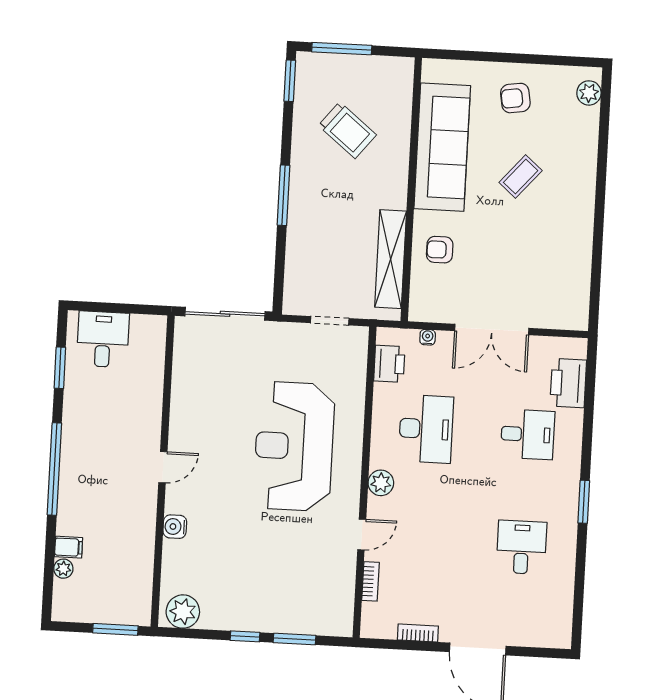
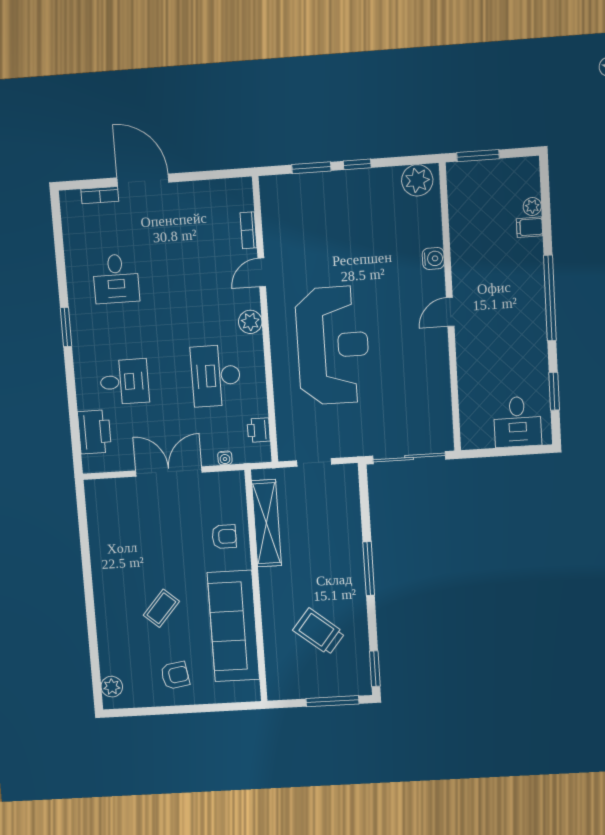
printer: (389, 364) -> (259, 430), width x0.73, depth x0.81
desk: (528, 434) -> (124, 382), turned 180
bookcase: (418, 633) -> (100, 195), moved

